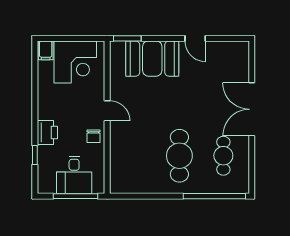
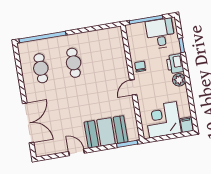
double door: (252, 109) -> (28, 123), moved
plant: (46, 110) -> (179, 80), added
door: (107, 111) -> (133, 87), hinge flipped
cafe table: (179, 156) -> (74, 63), width x0.73, depth x0.74
desk: (74, 175) -> (160, 34), moved

